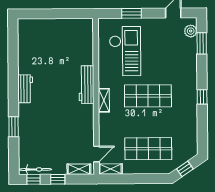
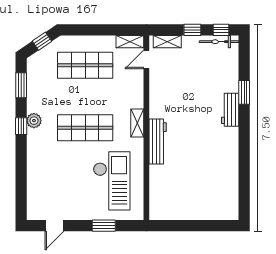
plant: (191, 31) -> (34, 121), moved
window: (202, 43) -> (21, 85), moved
checkout: (125, 51) -> (112, 181), turned 180
workbench: (25, 89) -> (230, 110), moved

